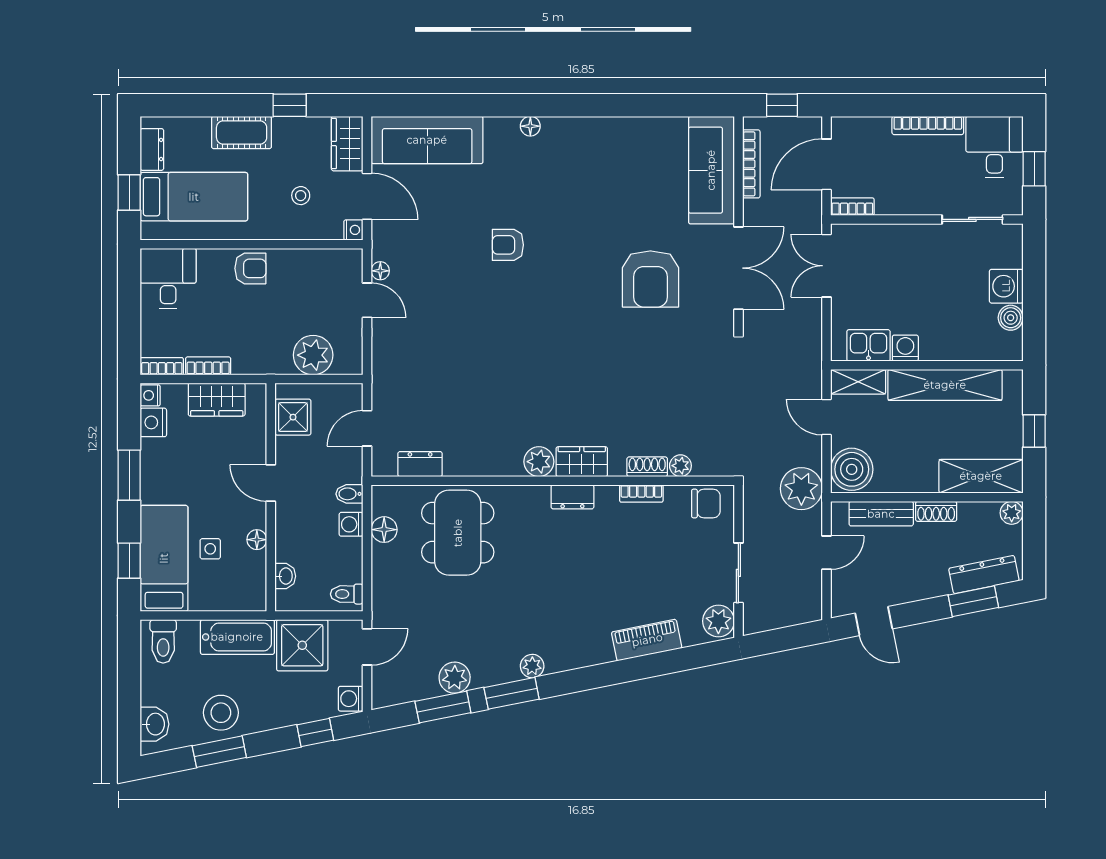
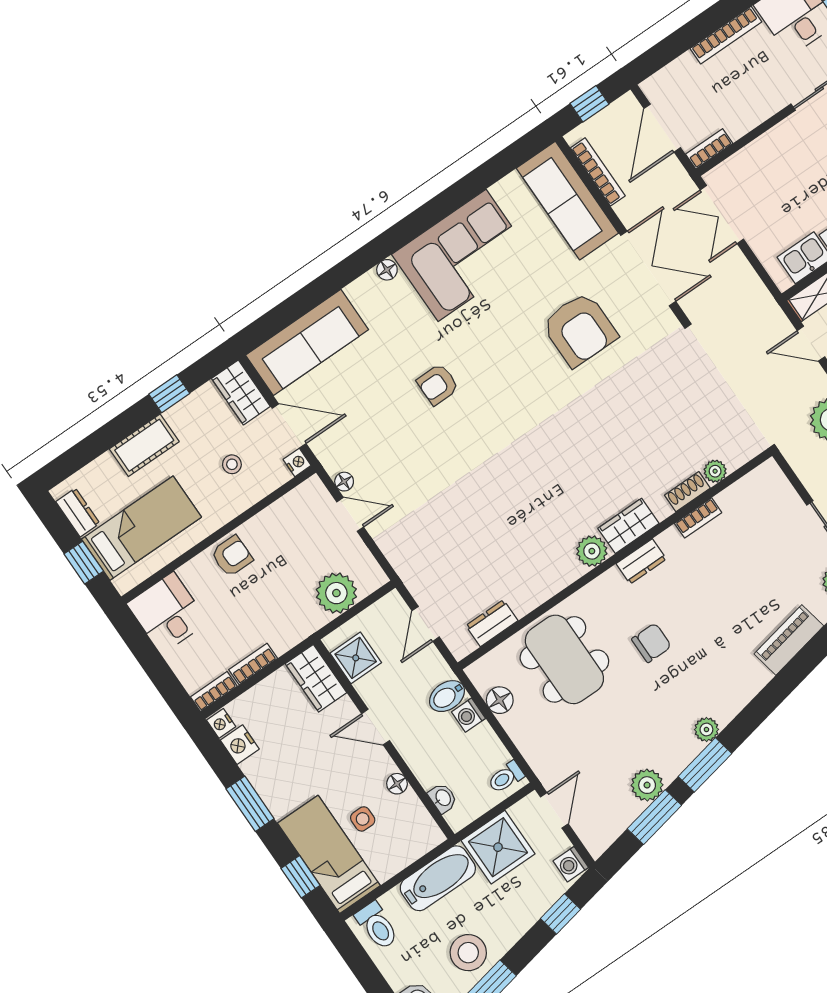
corner sofa: (598, 156) -> (462, 255), added
wardrobe: (217, 400) -> (316, 678), moved, turned 90
bidet: (349, 494) -> (447, 696), width x1.38, depth x1.36
chair: (706, 503) -> (651, 643), moved

